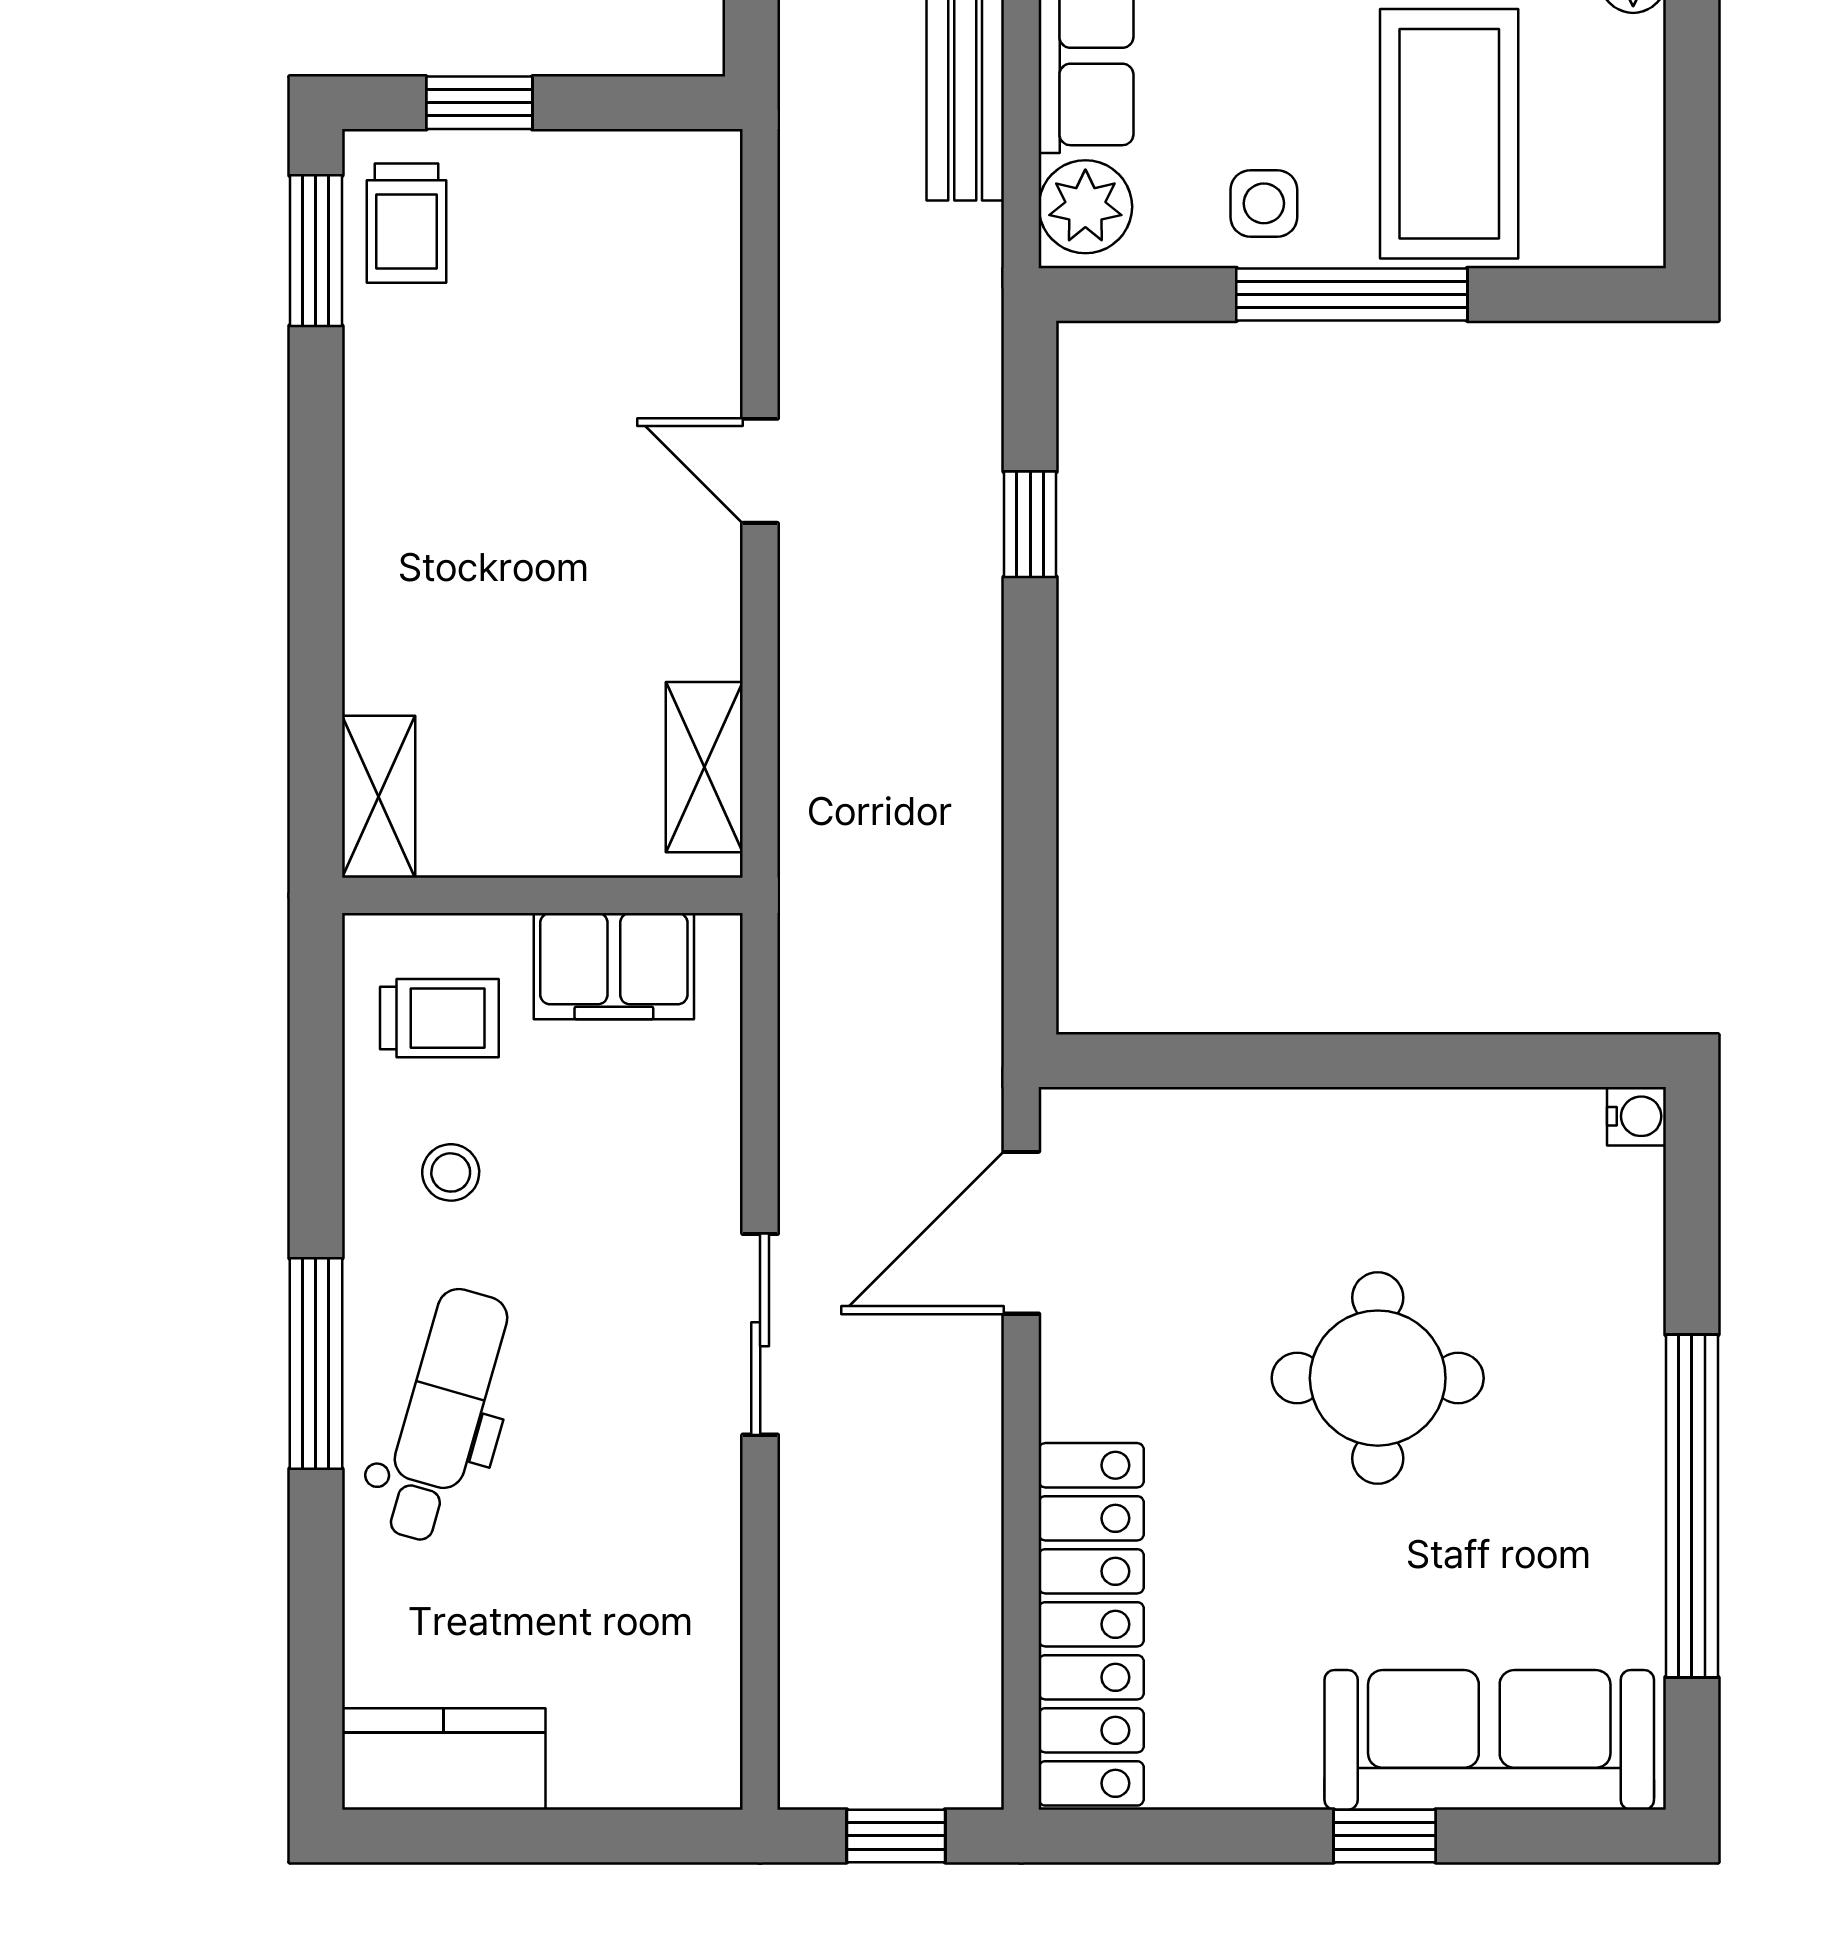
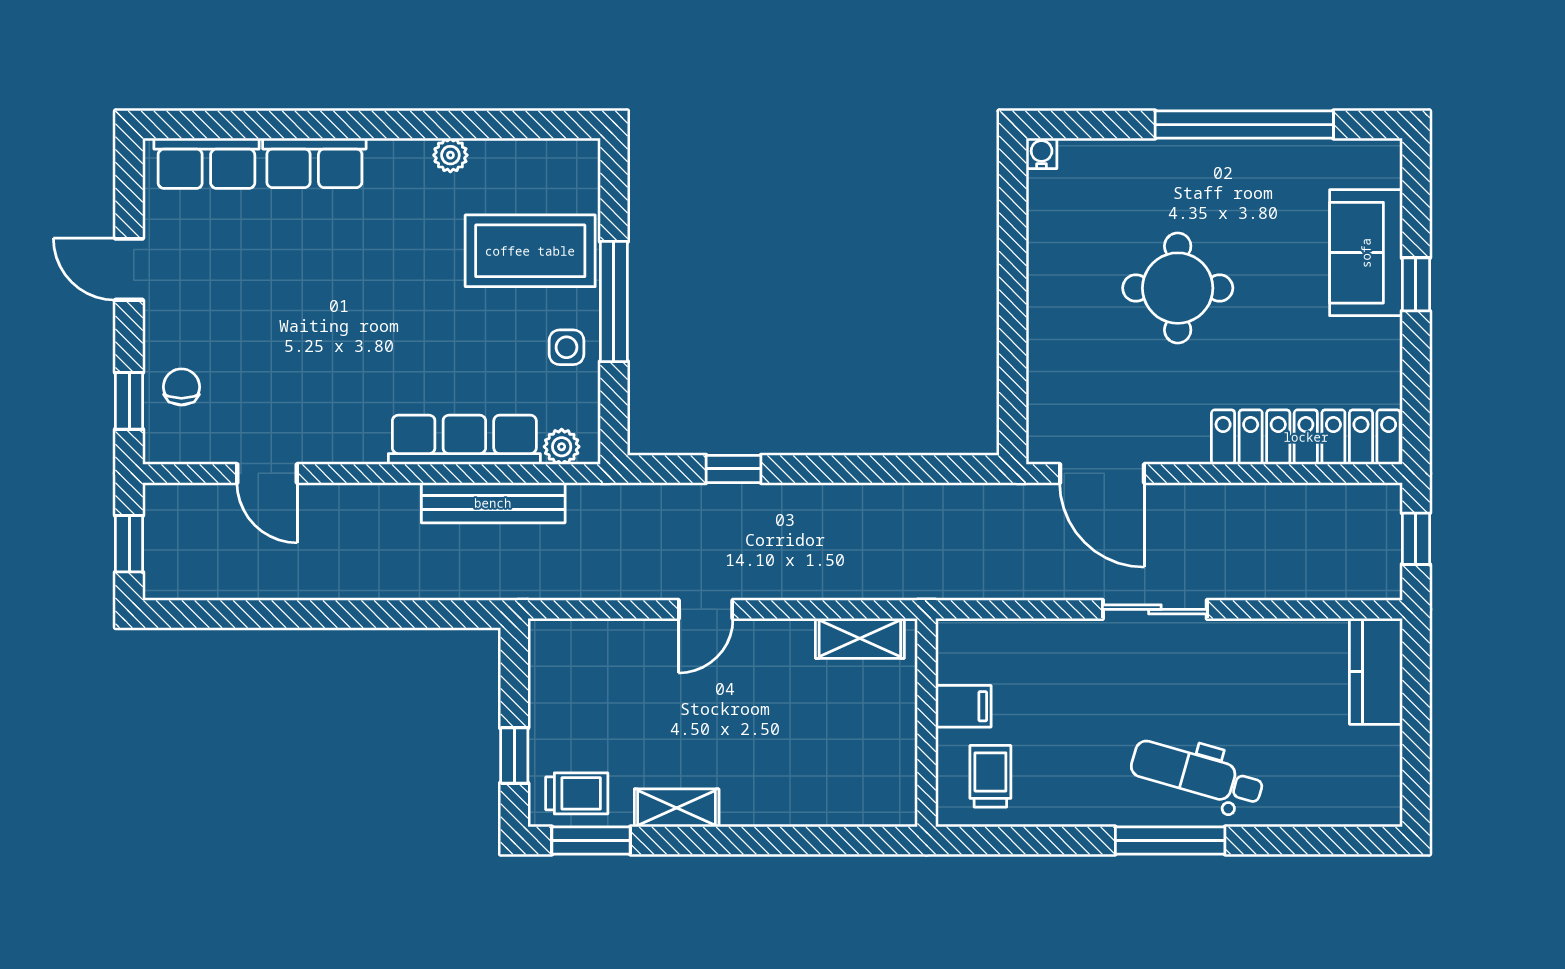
plant: (1085, 207) -> (562, 447), width x0.73, depth x0.73
shelving: (379, 797) -> (677, 808), moved
filing cabinet: (614, 966) -> (963, 706), width x0.50
stool: (451, 1172) -> (1071, 770), removed
sofa: (1489, 1740) -> (1366, 253), width x0.73
kitchen counter: (444, 1759) -> (1376, 671), moved

